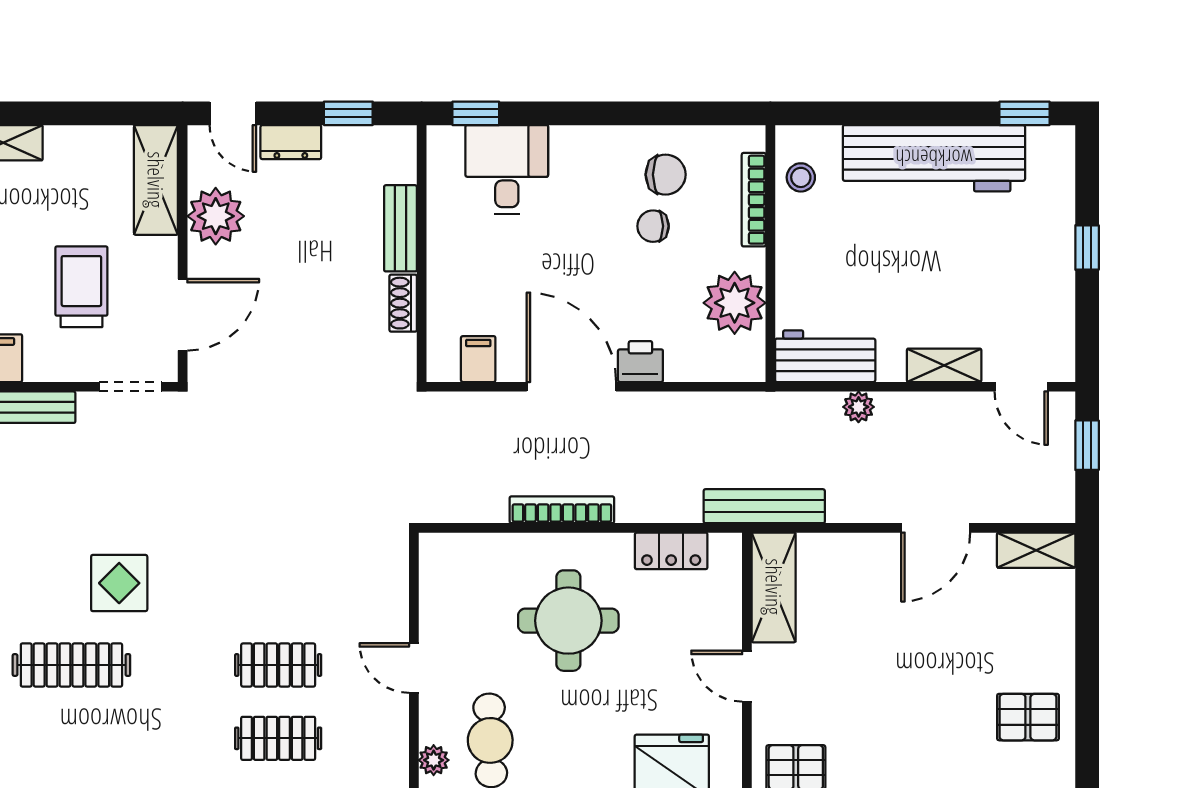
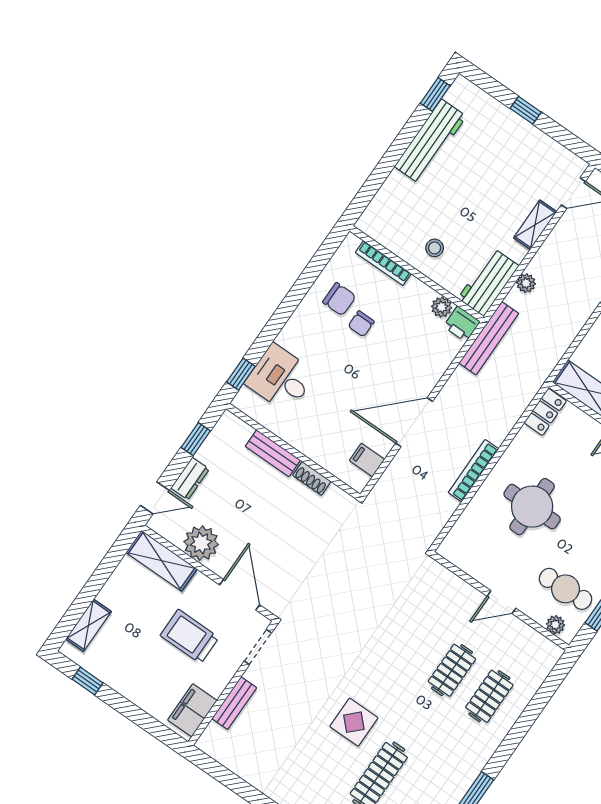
workbench: (934, 158) -> (430, 141), width x0.73, depth x0.76
chair: (666, 175) -> (339, 299), turned 90
stool: (801, 177) -> (435, 248), moved
plant: (735, 303) -> (442, 307), width x0.53, depth x0.53
printer: (640, 362) -> (462, 324), moved, turned -90
bench: (764, 506) -> (489, 338), moved
locker: (671, 551) -> (545, 412), moved

